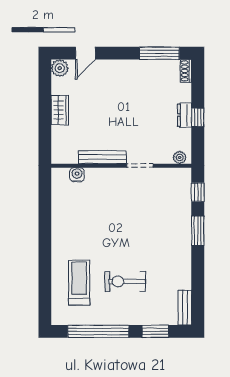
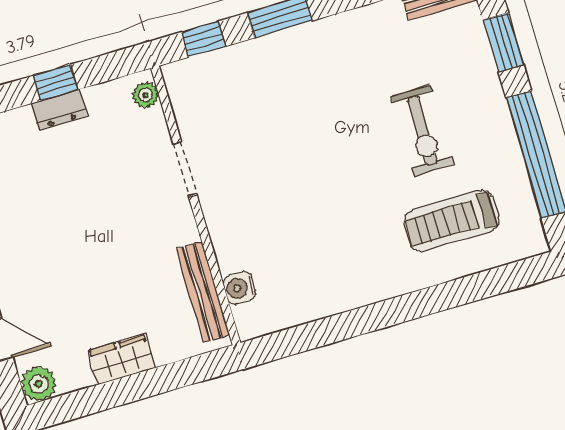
bench: (102, 157) -> (203, 292), moved

